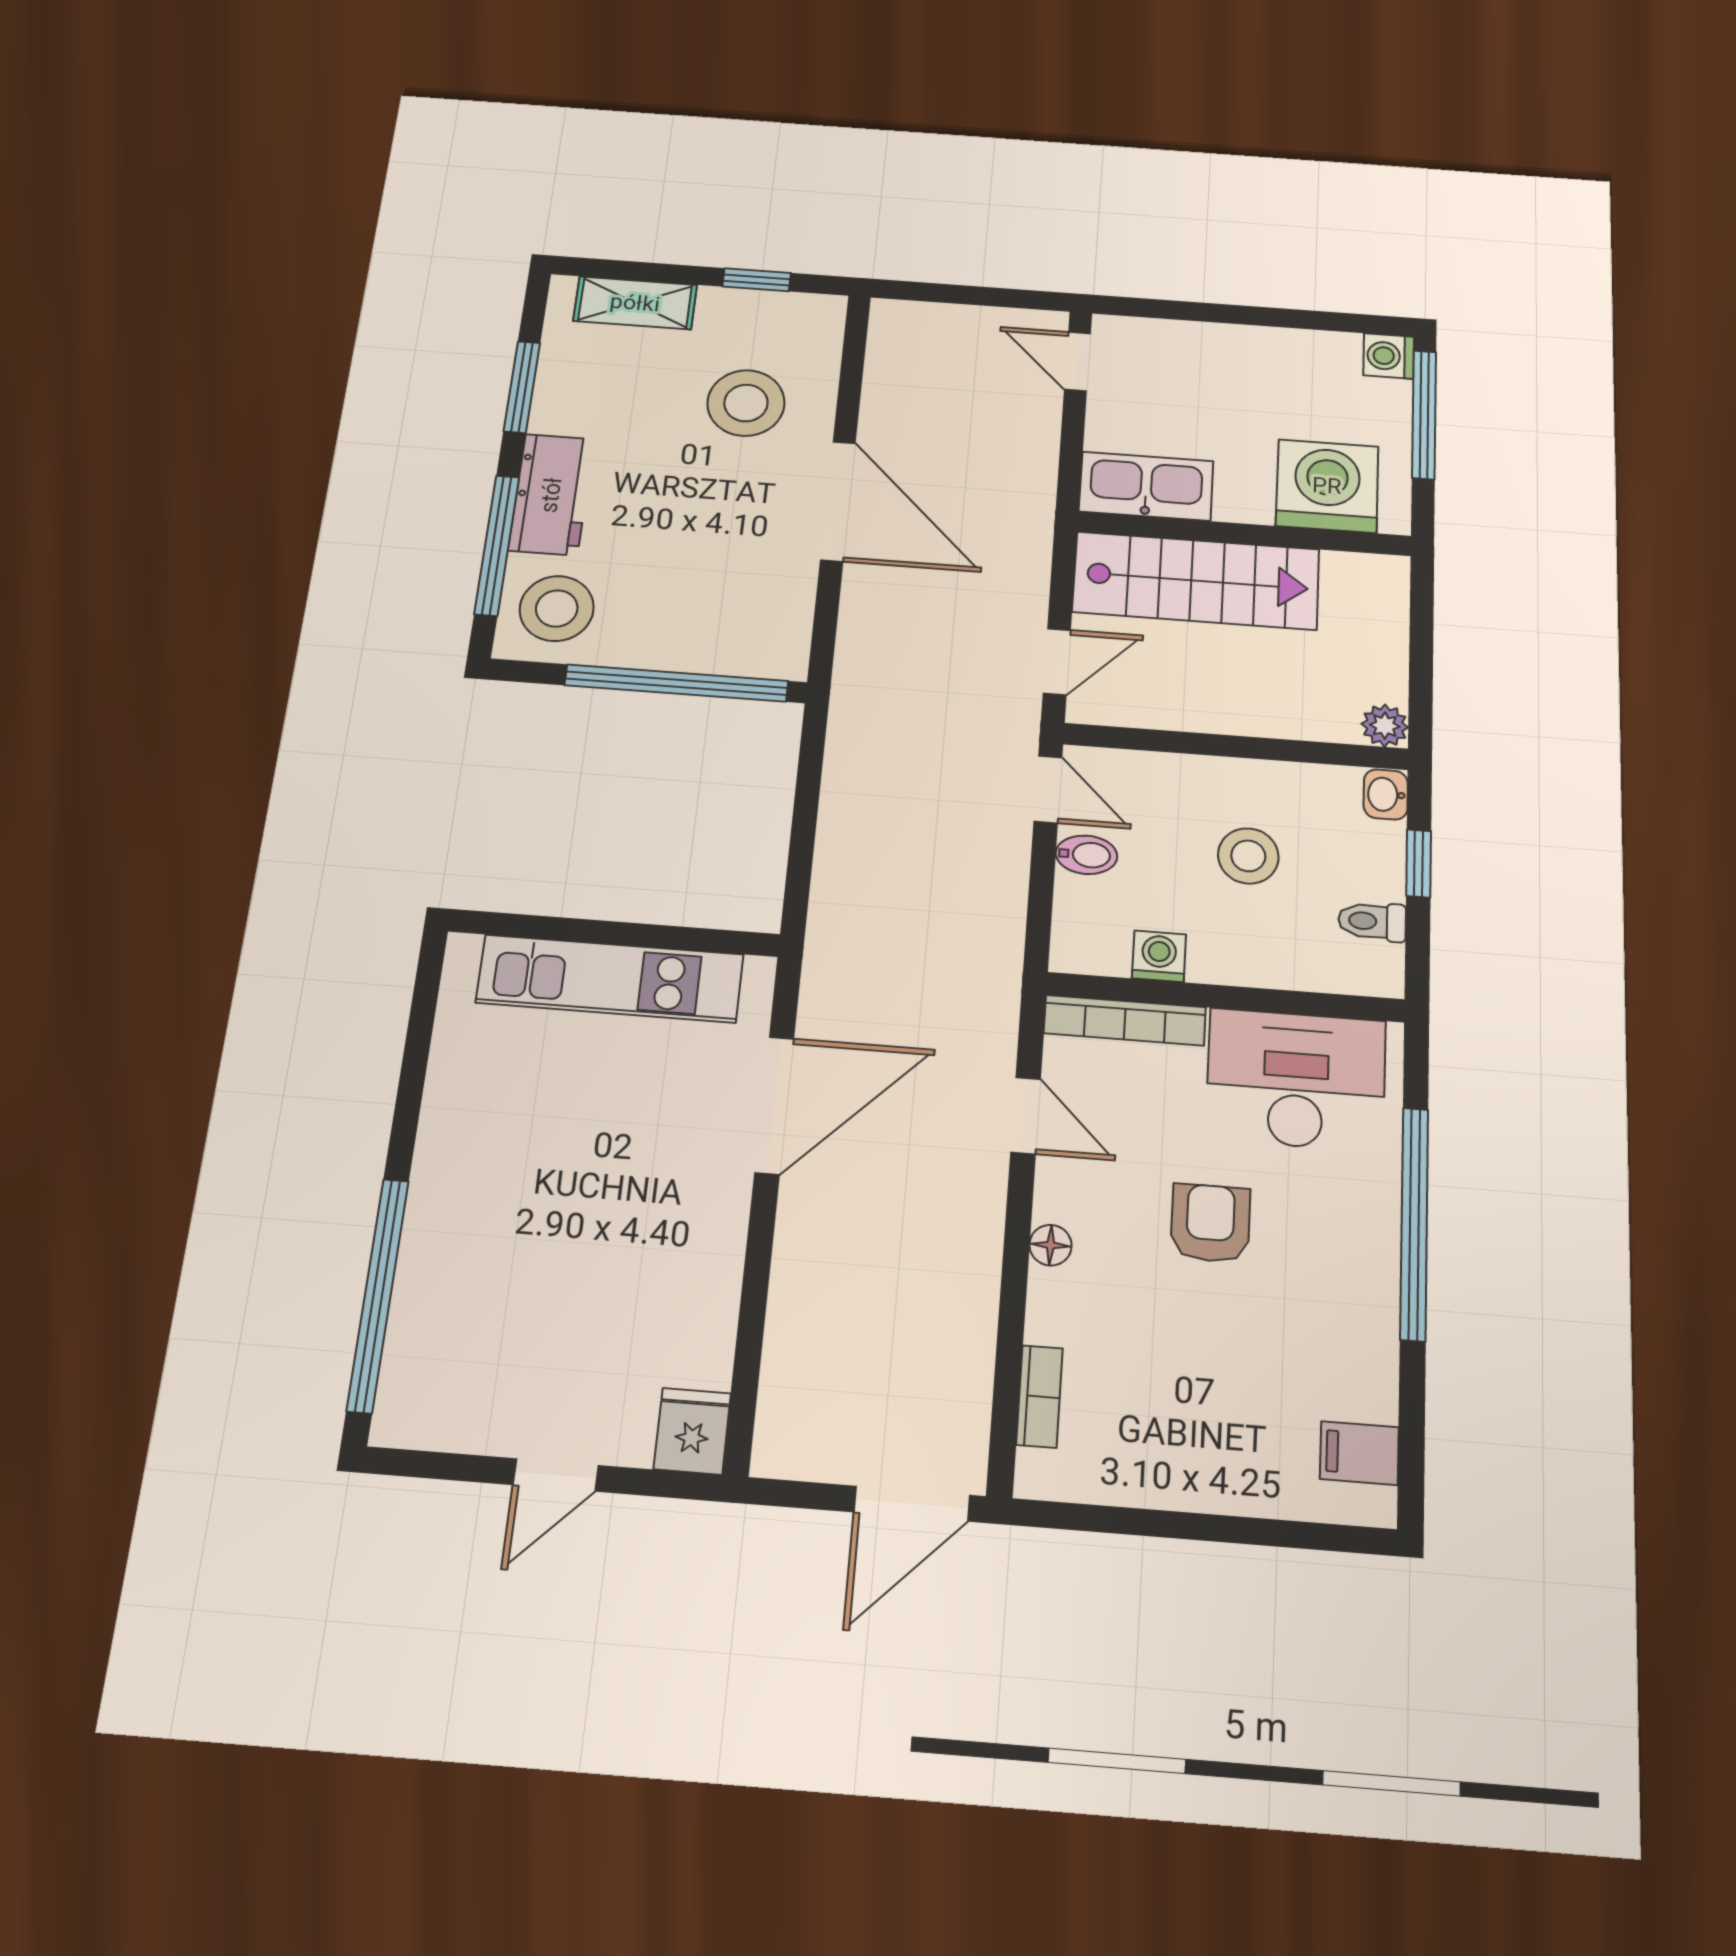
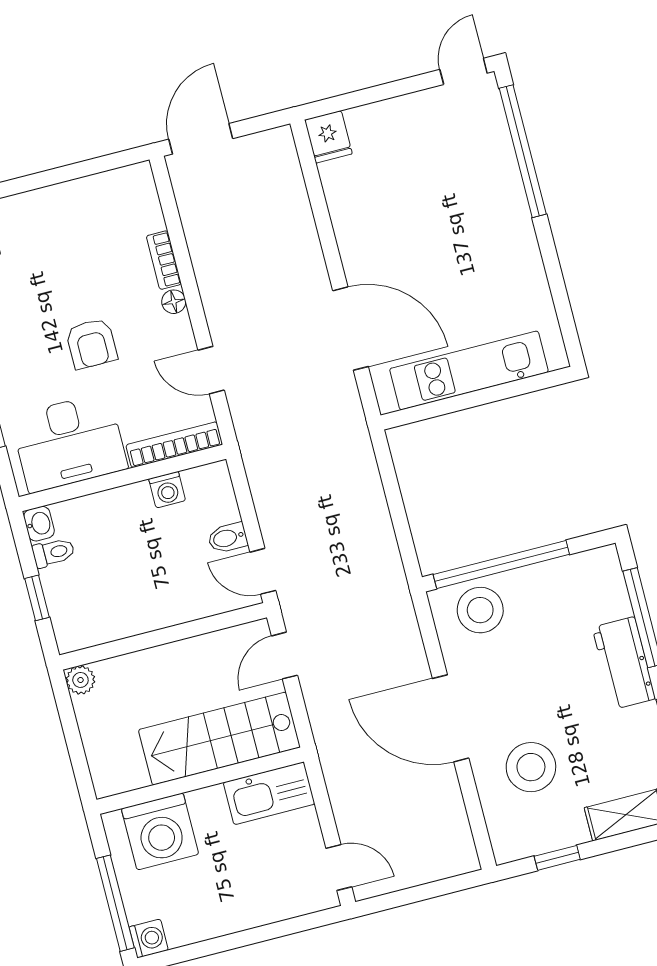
stool: (557, 609) -> (480, 610), moved
washbasin: (1386, 794) -> (39, 524), moved
stool: (1248, 856) -> (135, 569), removed
door: (774, 1105) -> (351, 329), swing flipped
bookcase: (1039, 1396) -> (164, 260), moved
door: (556, 1475) -> (464, 71), moved

